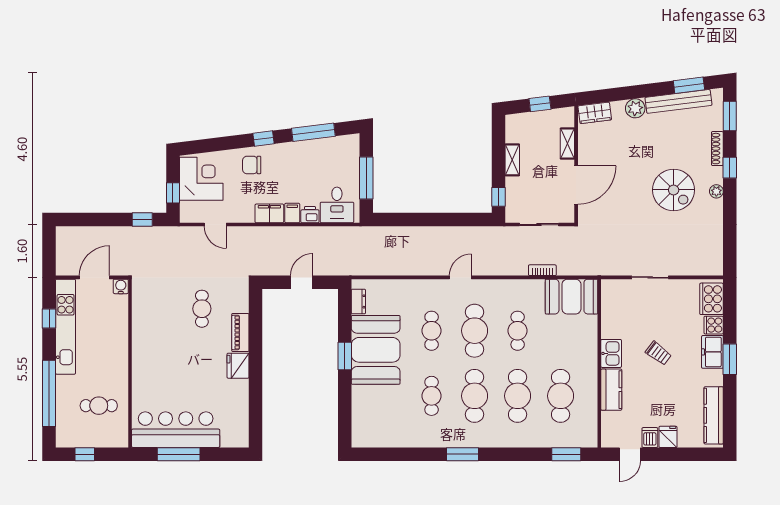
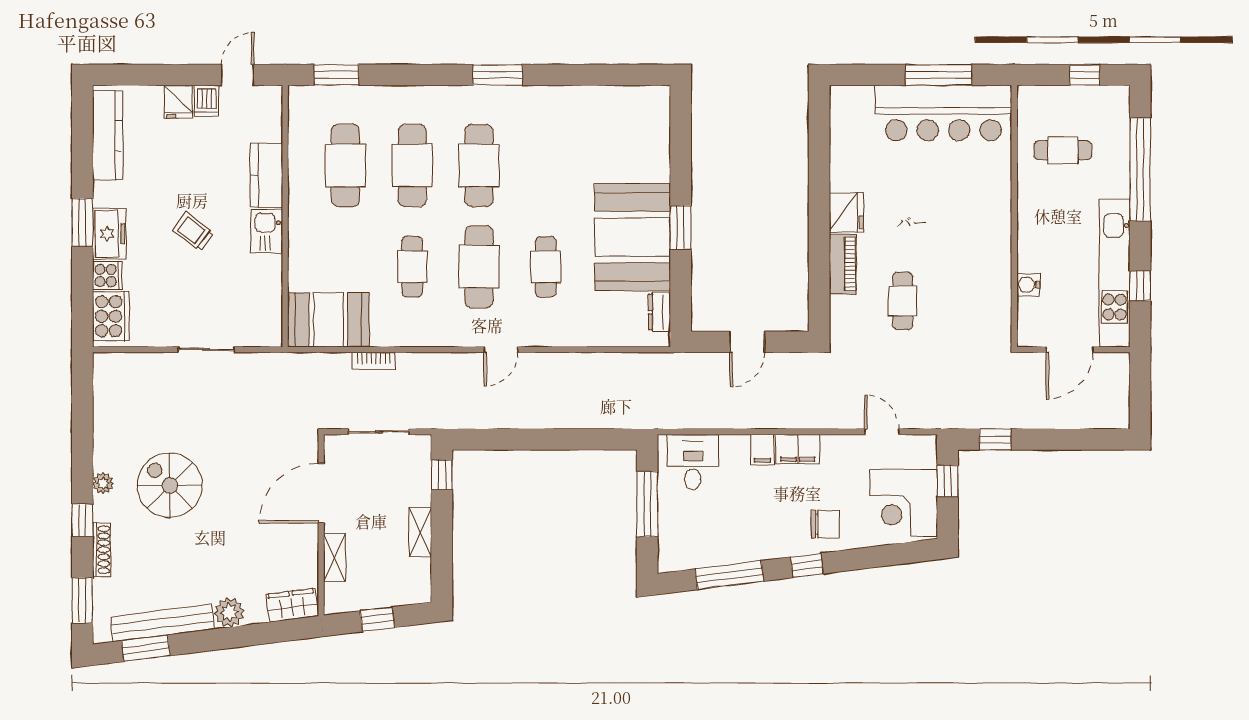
printer: (310, 215) -> (735, 447), removed
water cooler: (121, 286) -> (1028, 285), moved, turned 90
cafe table: (432, 396) -> (546, 165), removed

